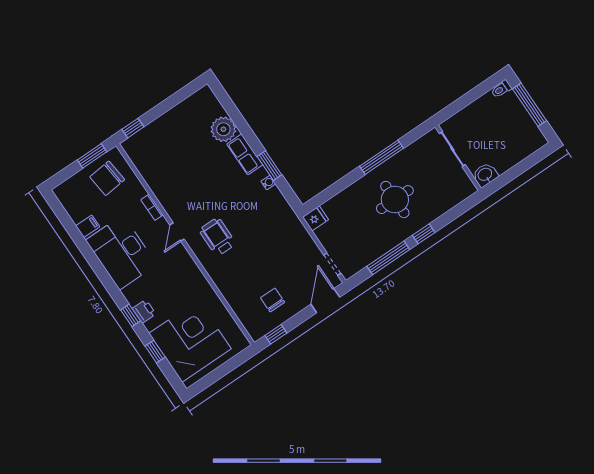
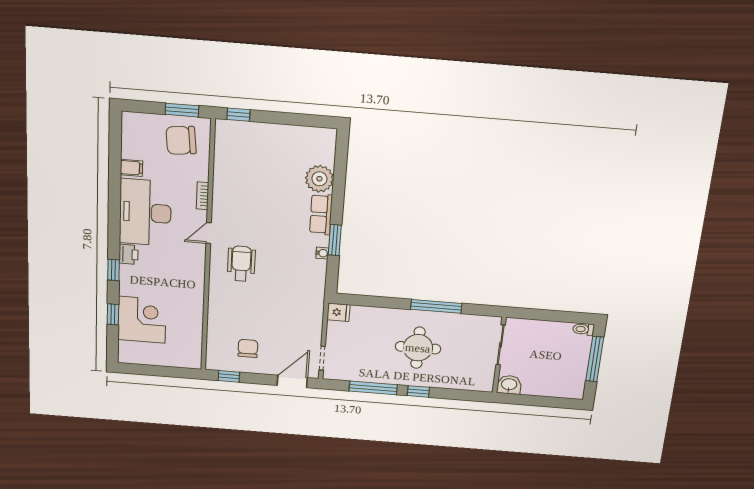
printer: (144, 311) -> (129, 254), moved
corner desk: (190, 341) -> (142, 320), width x0.74, depth x0.74

